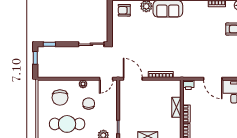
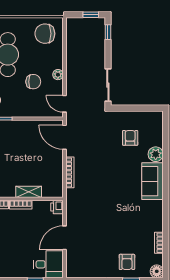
armchair: (124, 10) -> (130, 138), moved
door: (133, 79) -> (64, 137), swing flipped
chair: (60, 98) -> (45, 34), moved

